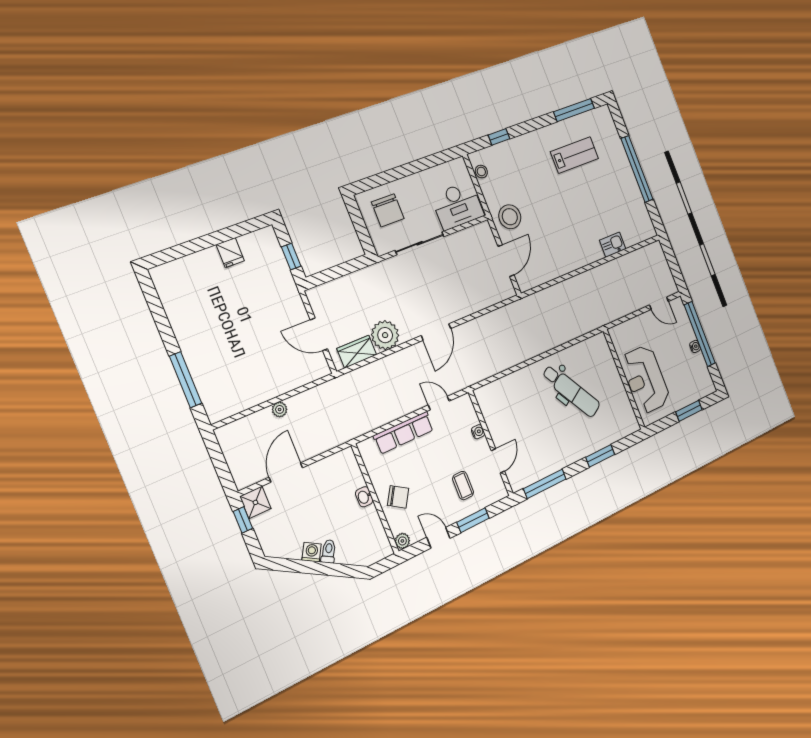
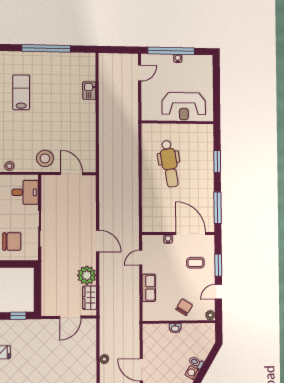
desk: (458, 205) -> (25, 192), width x0.73
dental chair: (571, 391) -> (169, 164), turned 113
window: (689, 411) -> (216, 83), removed
row of seats: (404, 433) -> (149, 288), width x0.68
door: (498, 461) -> (191, 233), width x1.88

